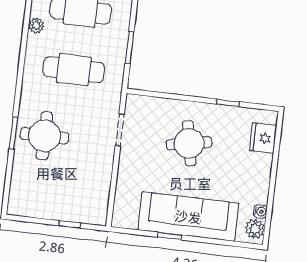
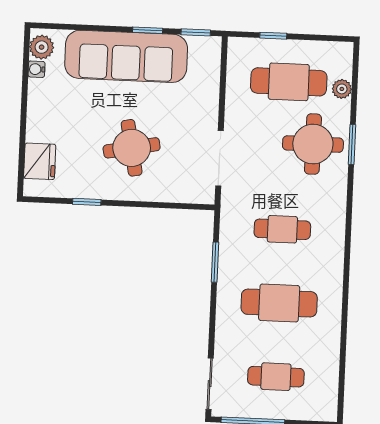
plant: (36, 25) -> (342, 89), moved
cafe table: (74, 70) -> (282, 229), width x0.73, depth x0.74
doorway: (120, 130) -> (219, 158), width x1.38
cafe table: (60, 187) -> (289, 82), added
window: (131, 232) -> (196, 32), added

